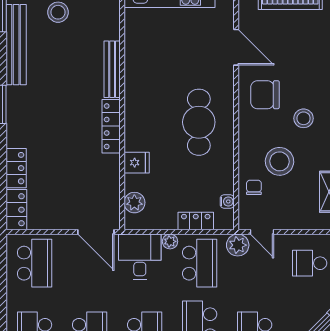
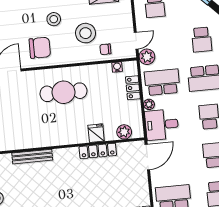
chair: (265, 95) -> (40, 48), turned -90
locker: (111, 126) -> (98, 151), moved

